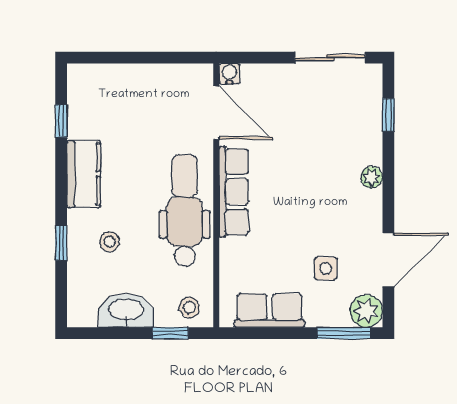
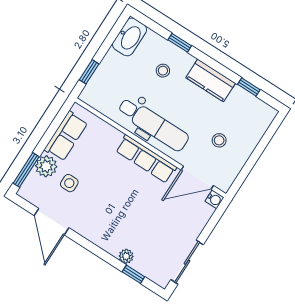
plant: (372, 177) -> (126, 256), moved
stool: (189, 307) -> (219, 140), moved
washbasin: (126, 311) -> (130, 37), moved
plant: (366, 311) -> (46, 166), moved

